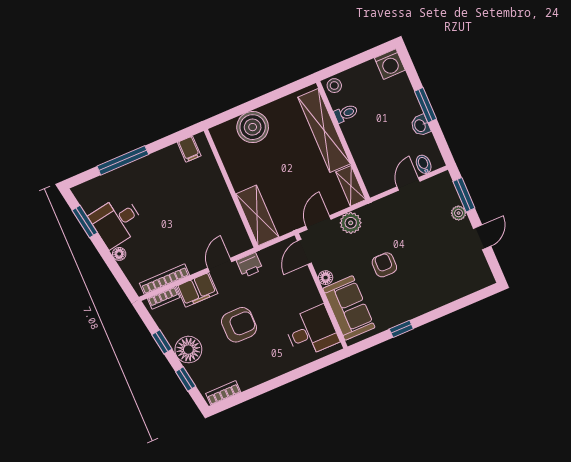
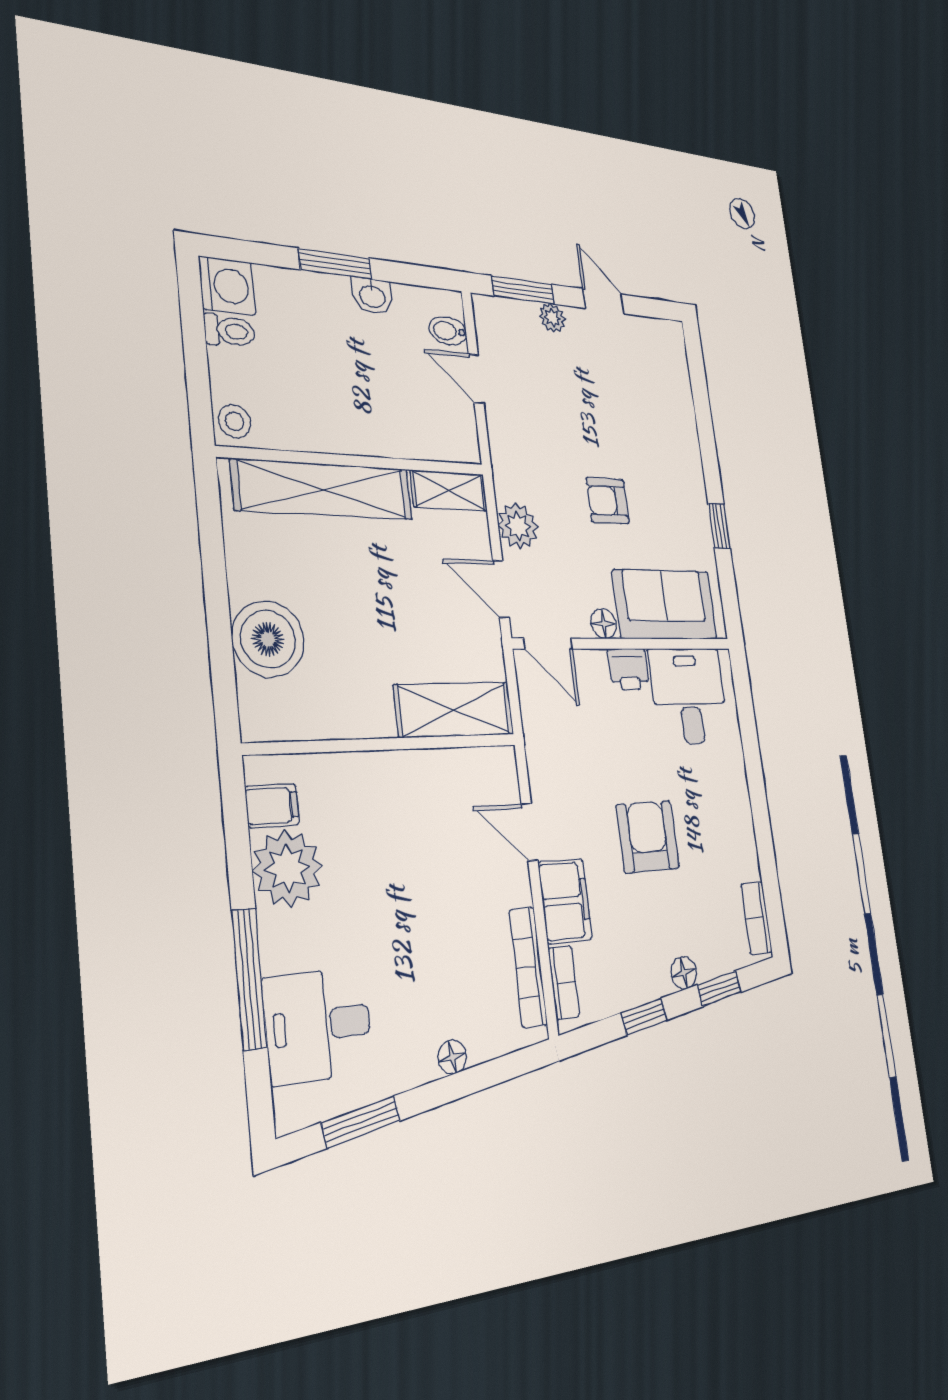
toilet: (346, 113) -> (230, 331), moved, turned 90
plant: (168, 163) -> (288, 868), added
desk: (117, 222) -> (318, 1025), moved, turned 99
printer: (250, 265) -> (629, 669), moved, turned 90
floor lamp: (188, 350) -> (684, 973), width x0.53, depth x0.53

